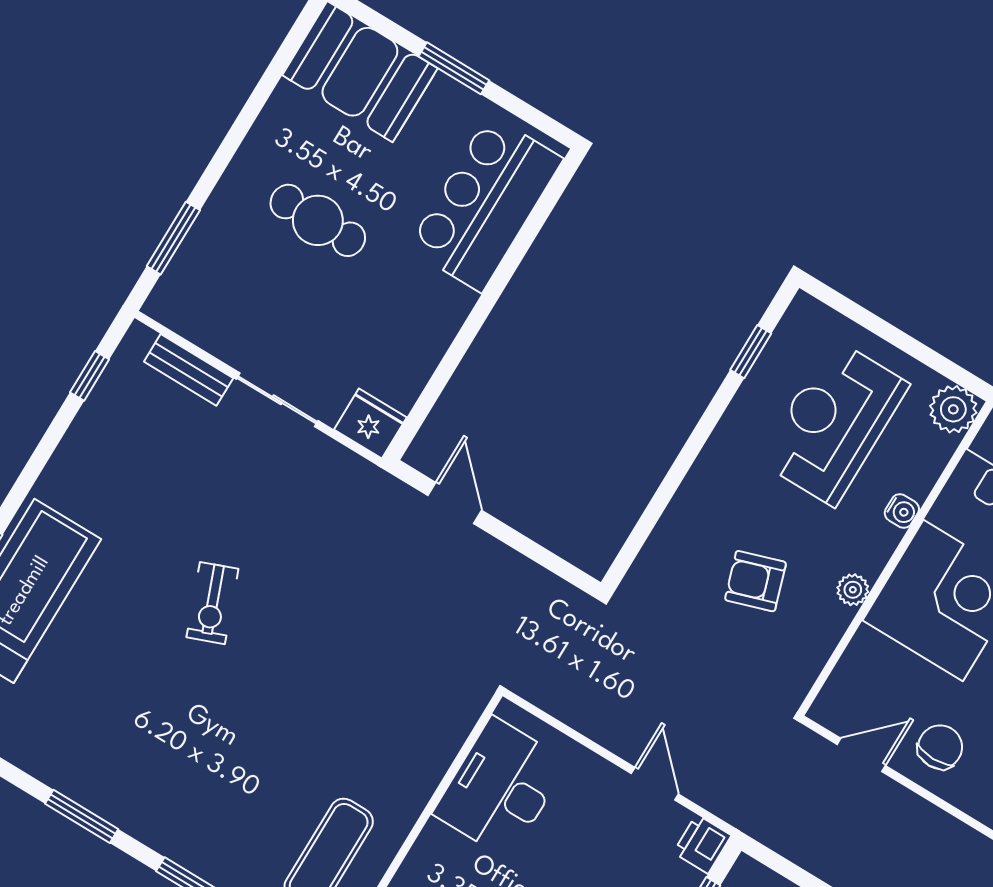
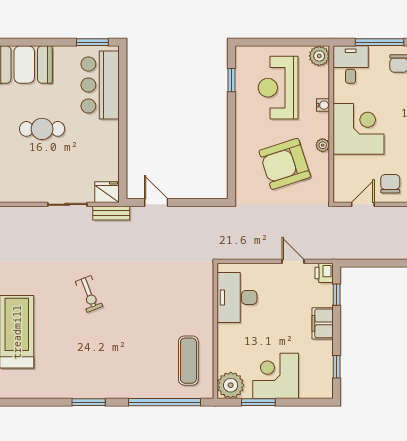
window: (454, 68) -> (92, 42), moved
bench: (189, 370) -> (111, 213), moved
armchair: (755, 581) -> (285, 164), width x1.88, depth x1.88

